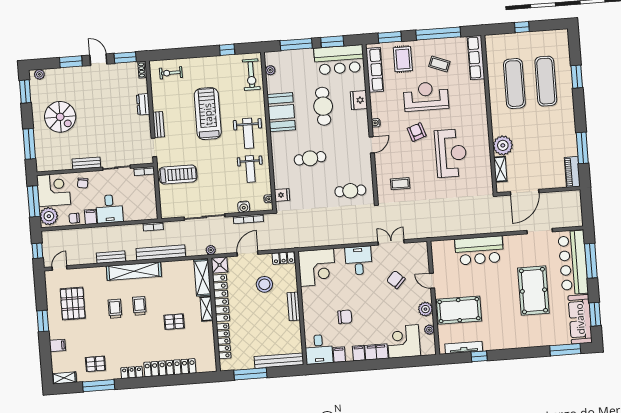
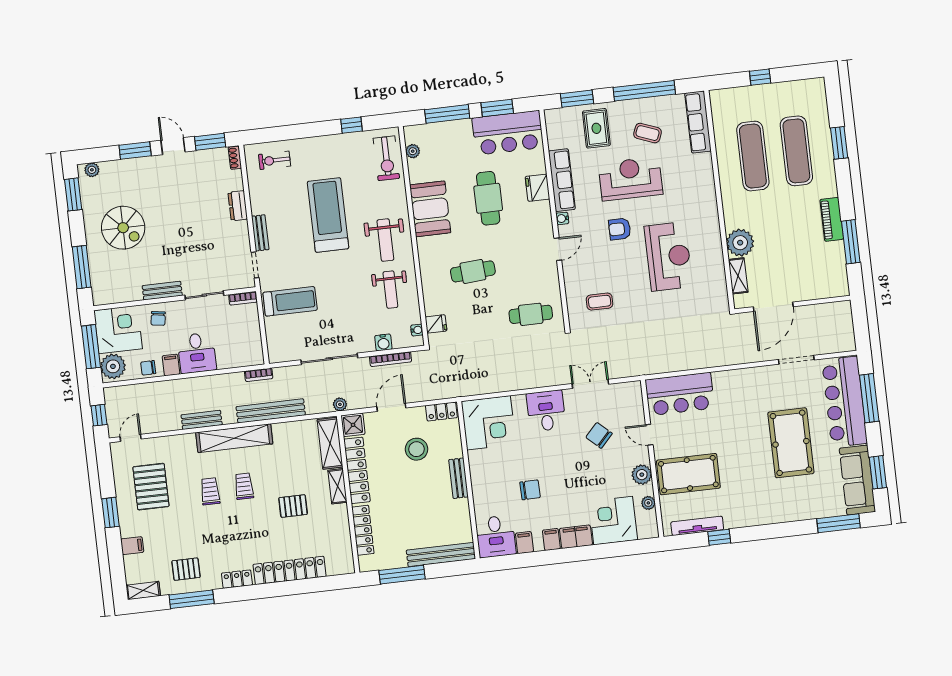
row of seats: (375, 70) -> (562, 180), moved
armchair: (417, 132) -> (620, 229), turned -71
piano: (572, 172) -> (832, 219), moved
bar counter: (479, 250) -> (680, 394), moved

